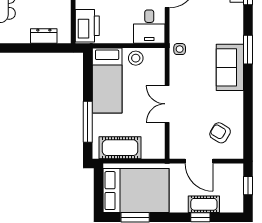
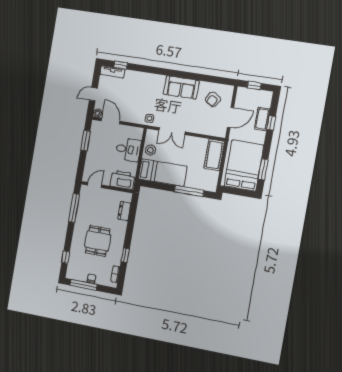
desk: (149, 27) -> (128, 149), moved
window: (248, 50) -> (158, 71), removed
sofa: (230, 67) -> (181, 87), moved
double door: (167, 104) -> (172, 131), moved
cot: (120, 148) -> (214, 155), moved

